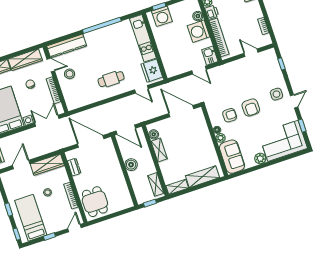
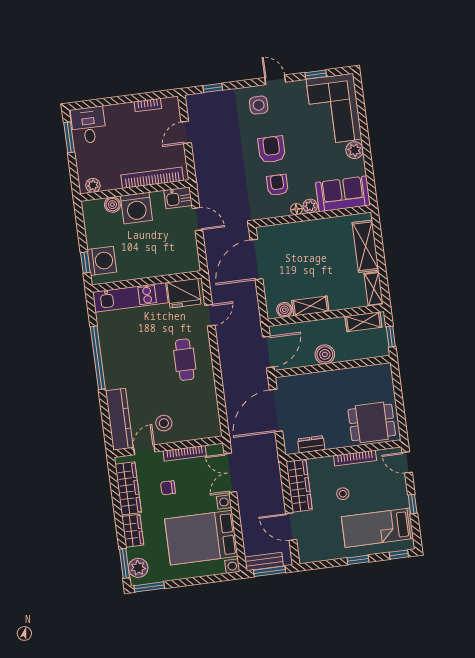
printer: (212, 12) -> (111, 181), removed
door: (199, 70) -> (197, 219), hinge flipped
armchair: (251, 107) -> (272, 149), turned -89

